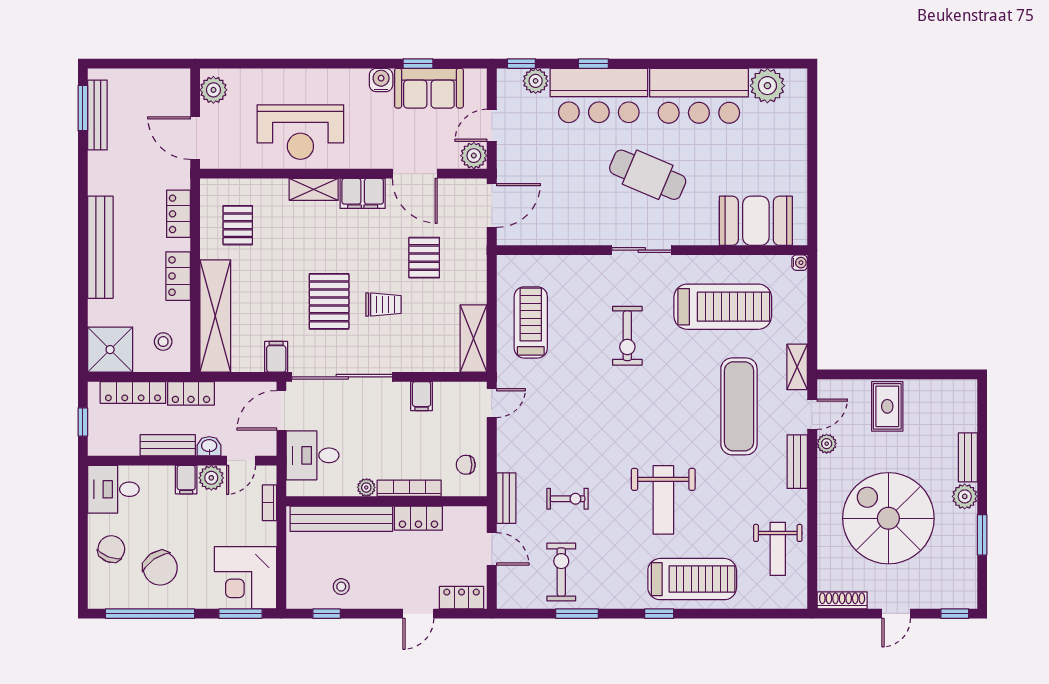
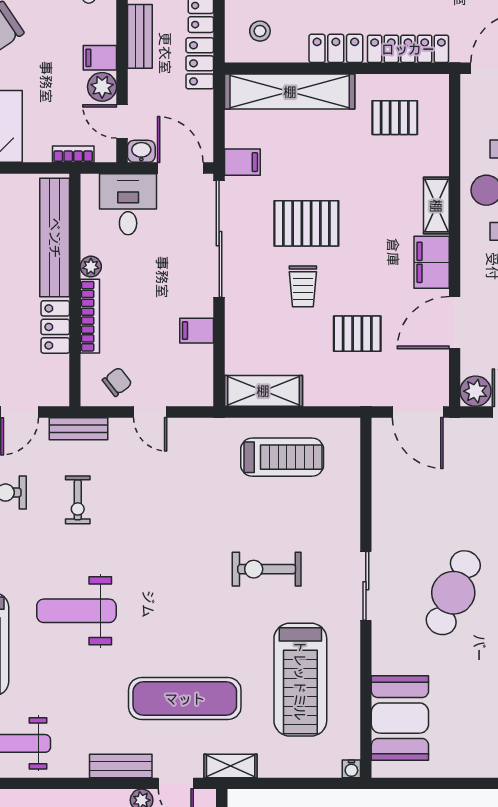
locker: (178, 214) -> (408, 49), width x1.53
door: (492, 403) -> (150, 412), moved
washbasin: (209, 446) -> (141, 151), moved, turned -90
chair: (466, 465) -> (117, 382), turned 52

